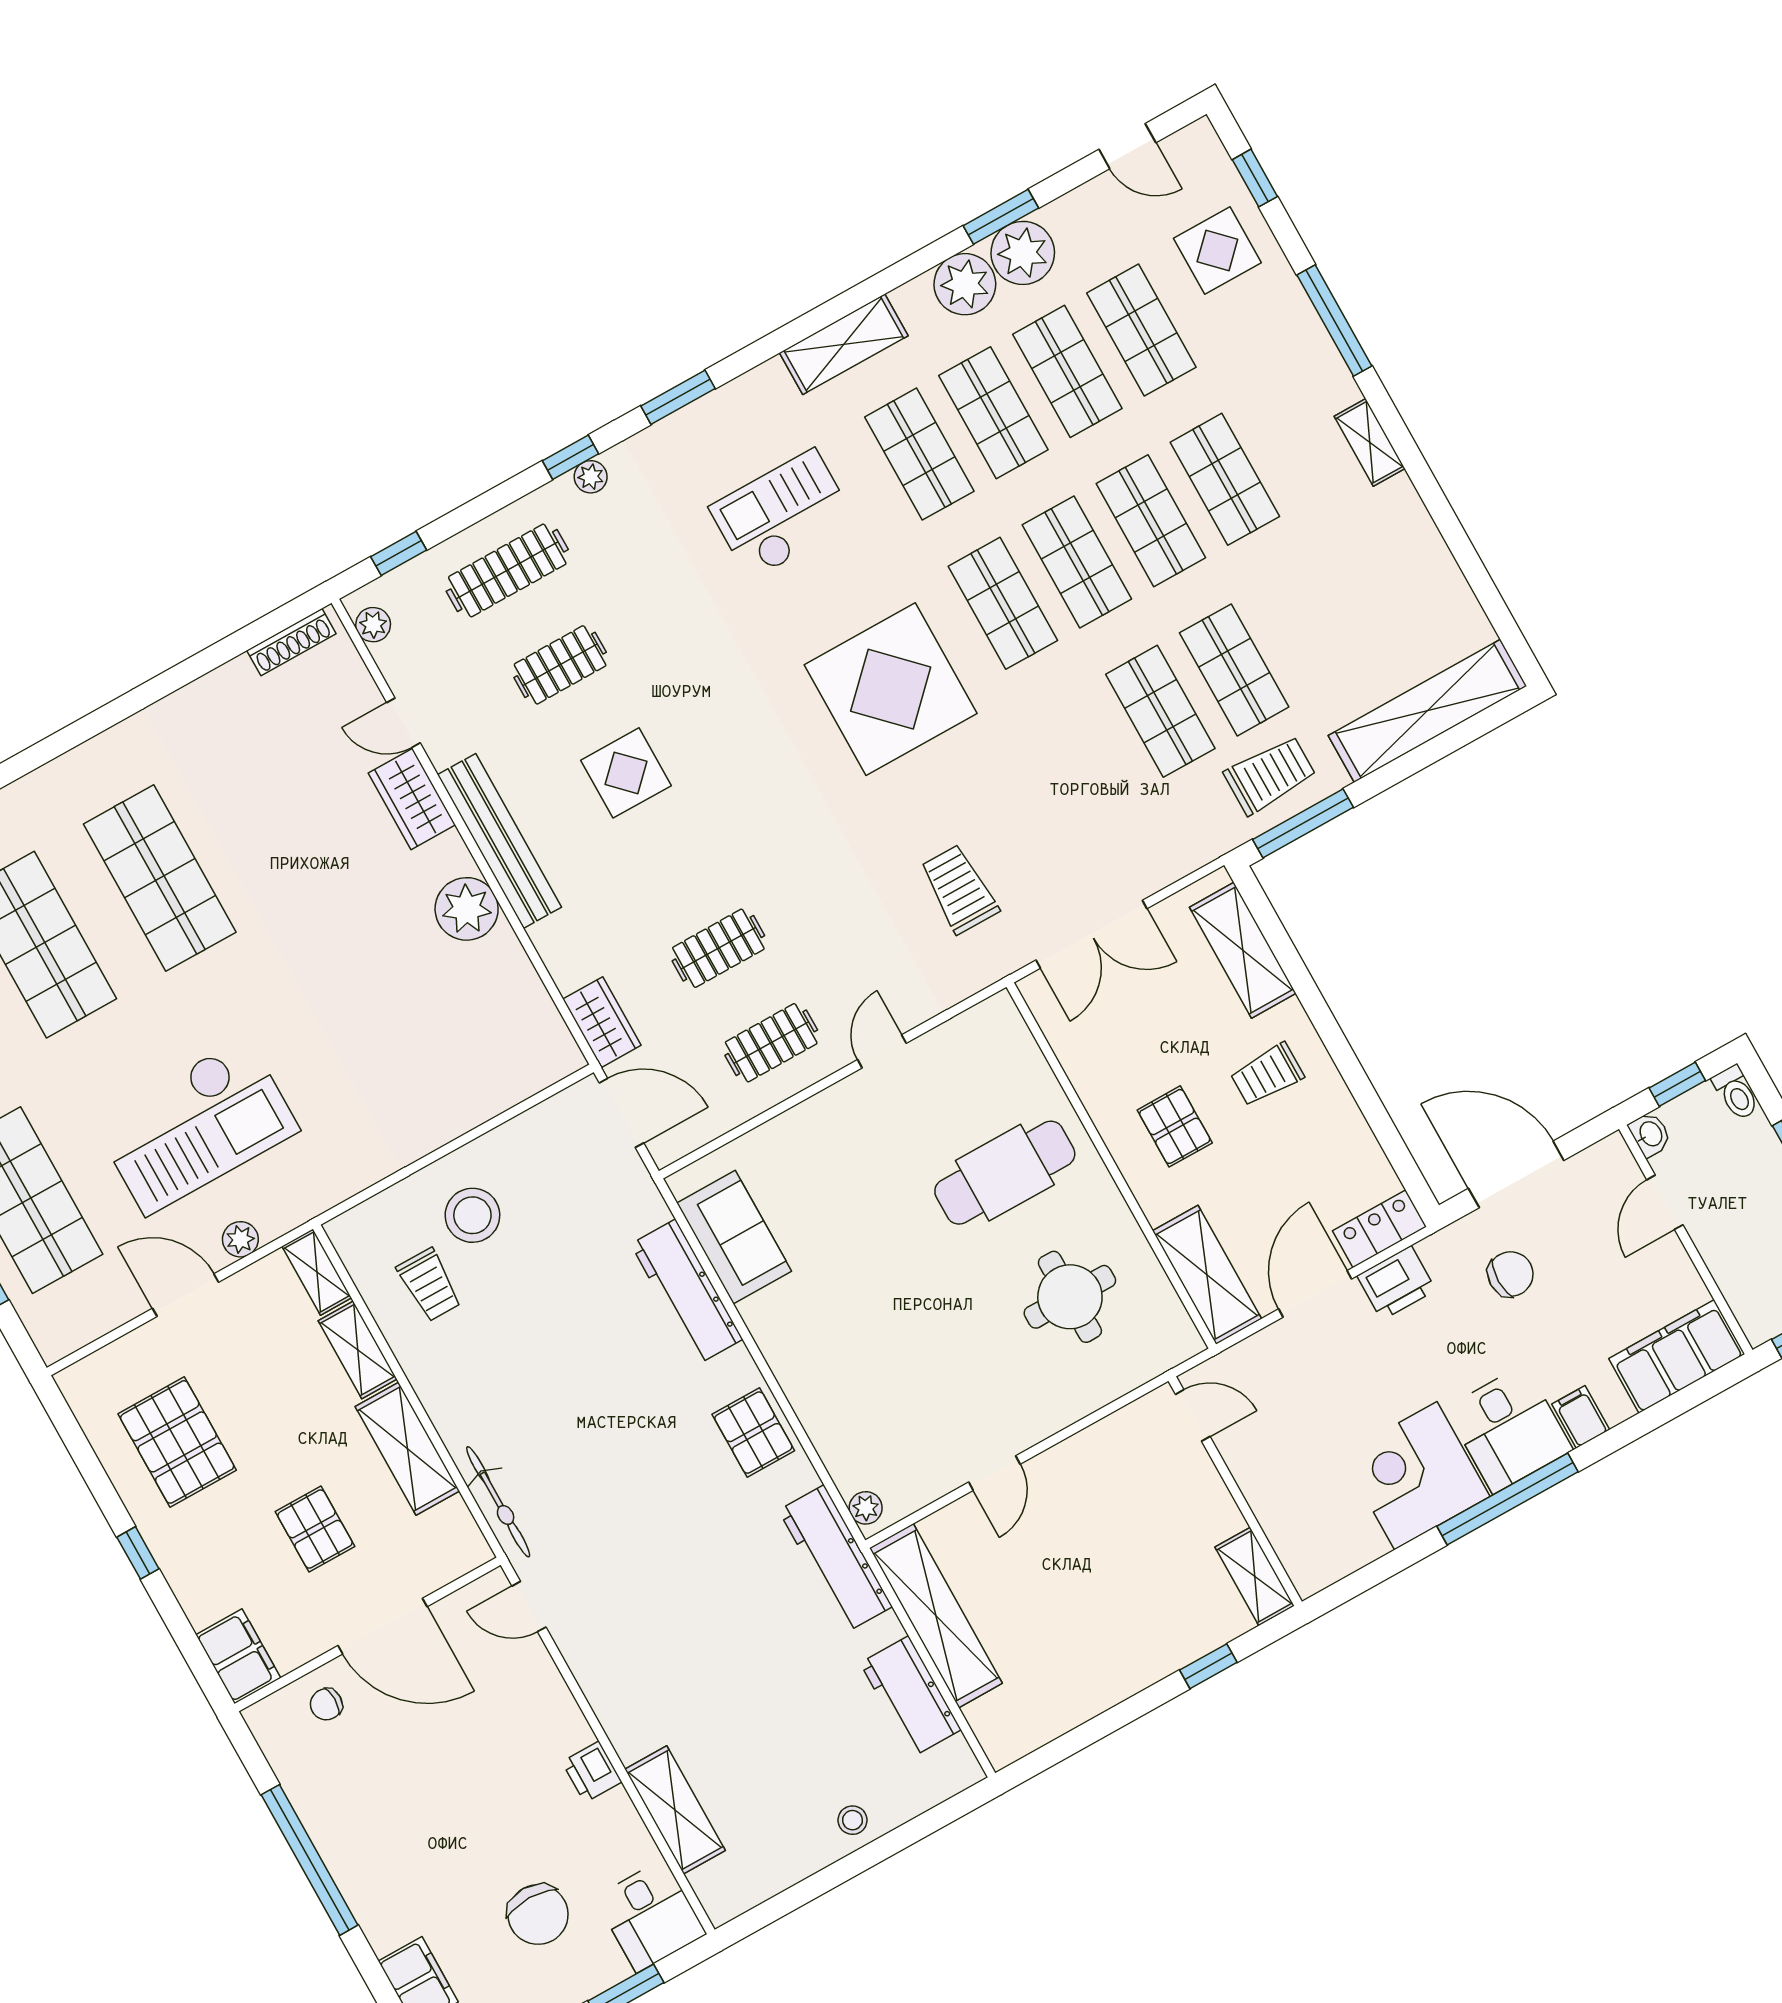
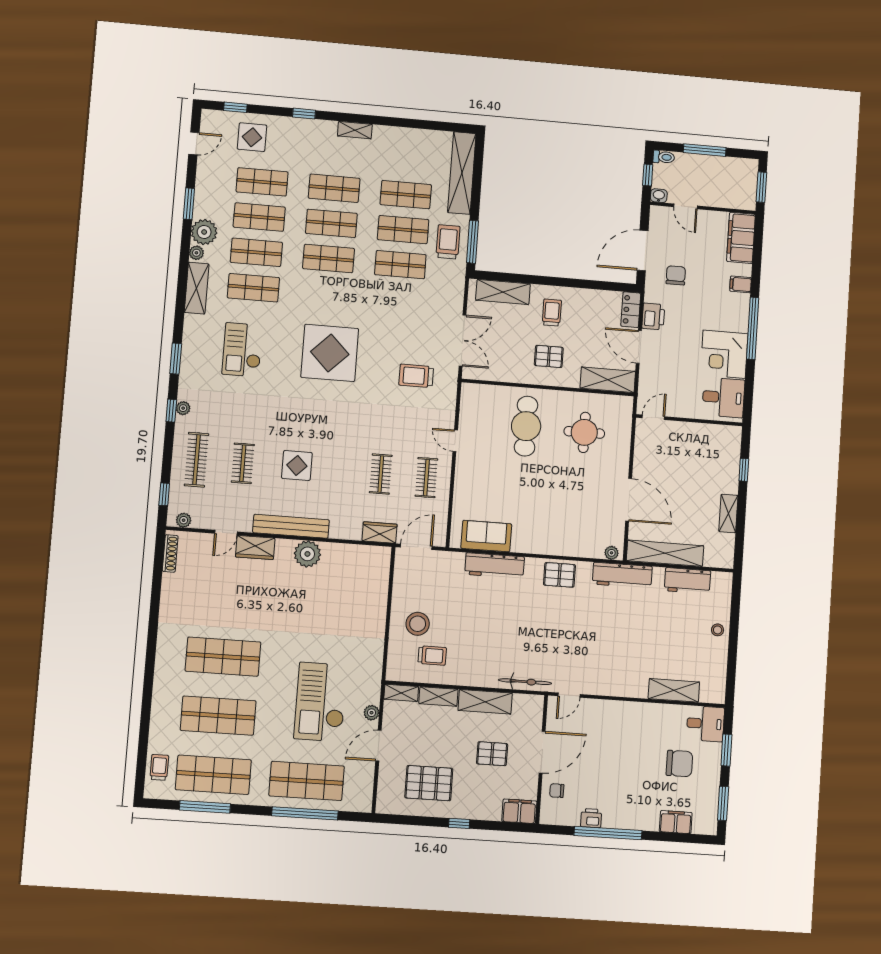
plant: (1023, 253) -> (196, 253), moved, width x0.53, depth x0.53
window: (1334, 321) -> (304, 114), width x0.46
shop shelf: (1003, 603) -> (406, 195), moved
trolley: (1267, 1075) -> (552, 313), turned 180
checkout: (196, 1126) -> (321, 702), turned 180
desk: (1509, 1429) -> (723, 397), moved
door: (994, 1473) -> (629, 500), width x1.87
shelving: (1255, 1576) -> (728, 513), moved, turned 90
chair: (326, 1704) -> (557, 791), turned 90
printer: (592, 1772) -> (591, 818), moved, turned 180

